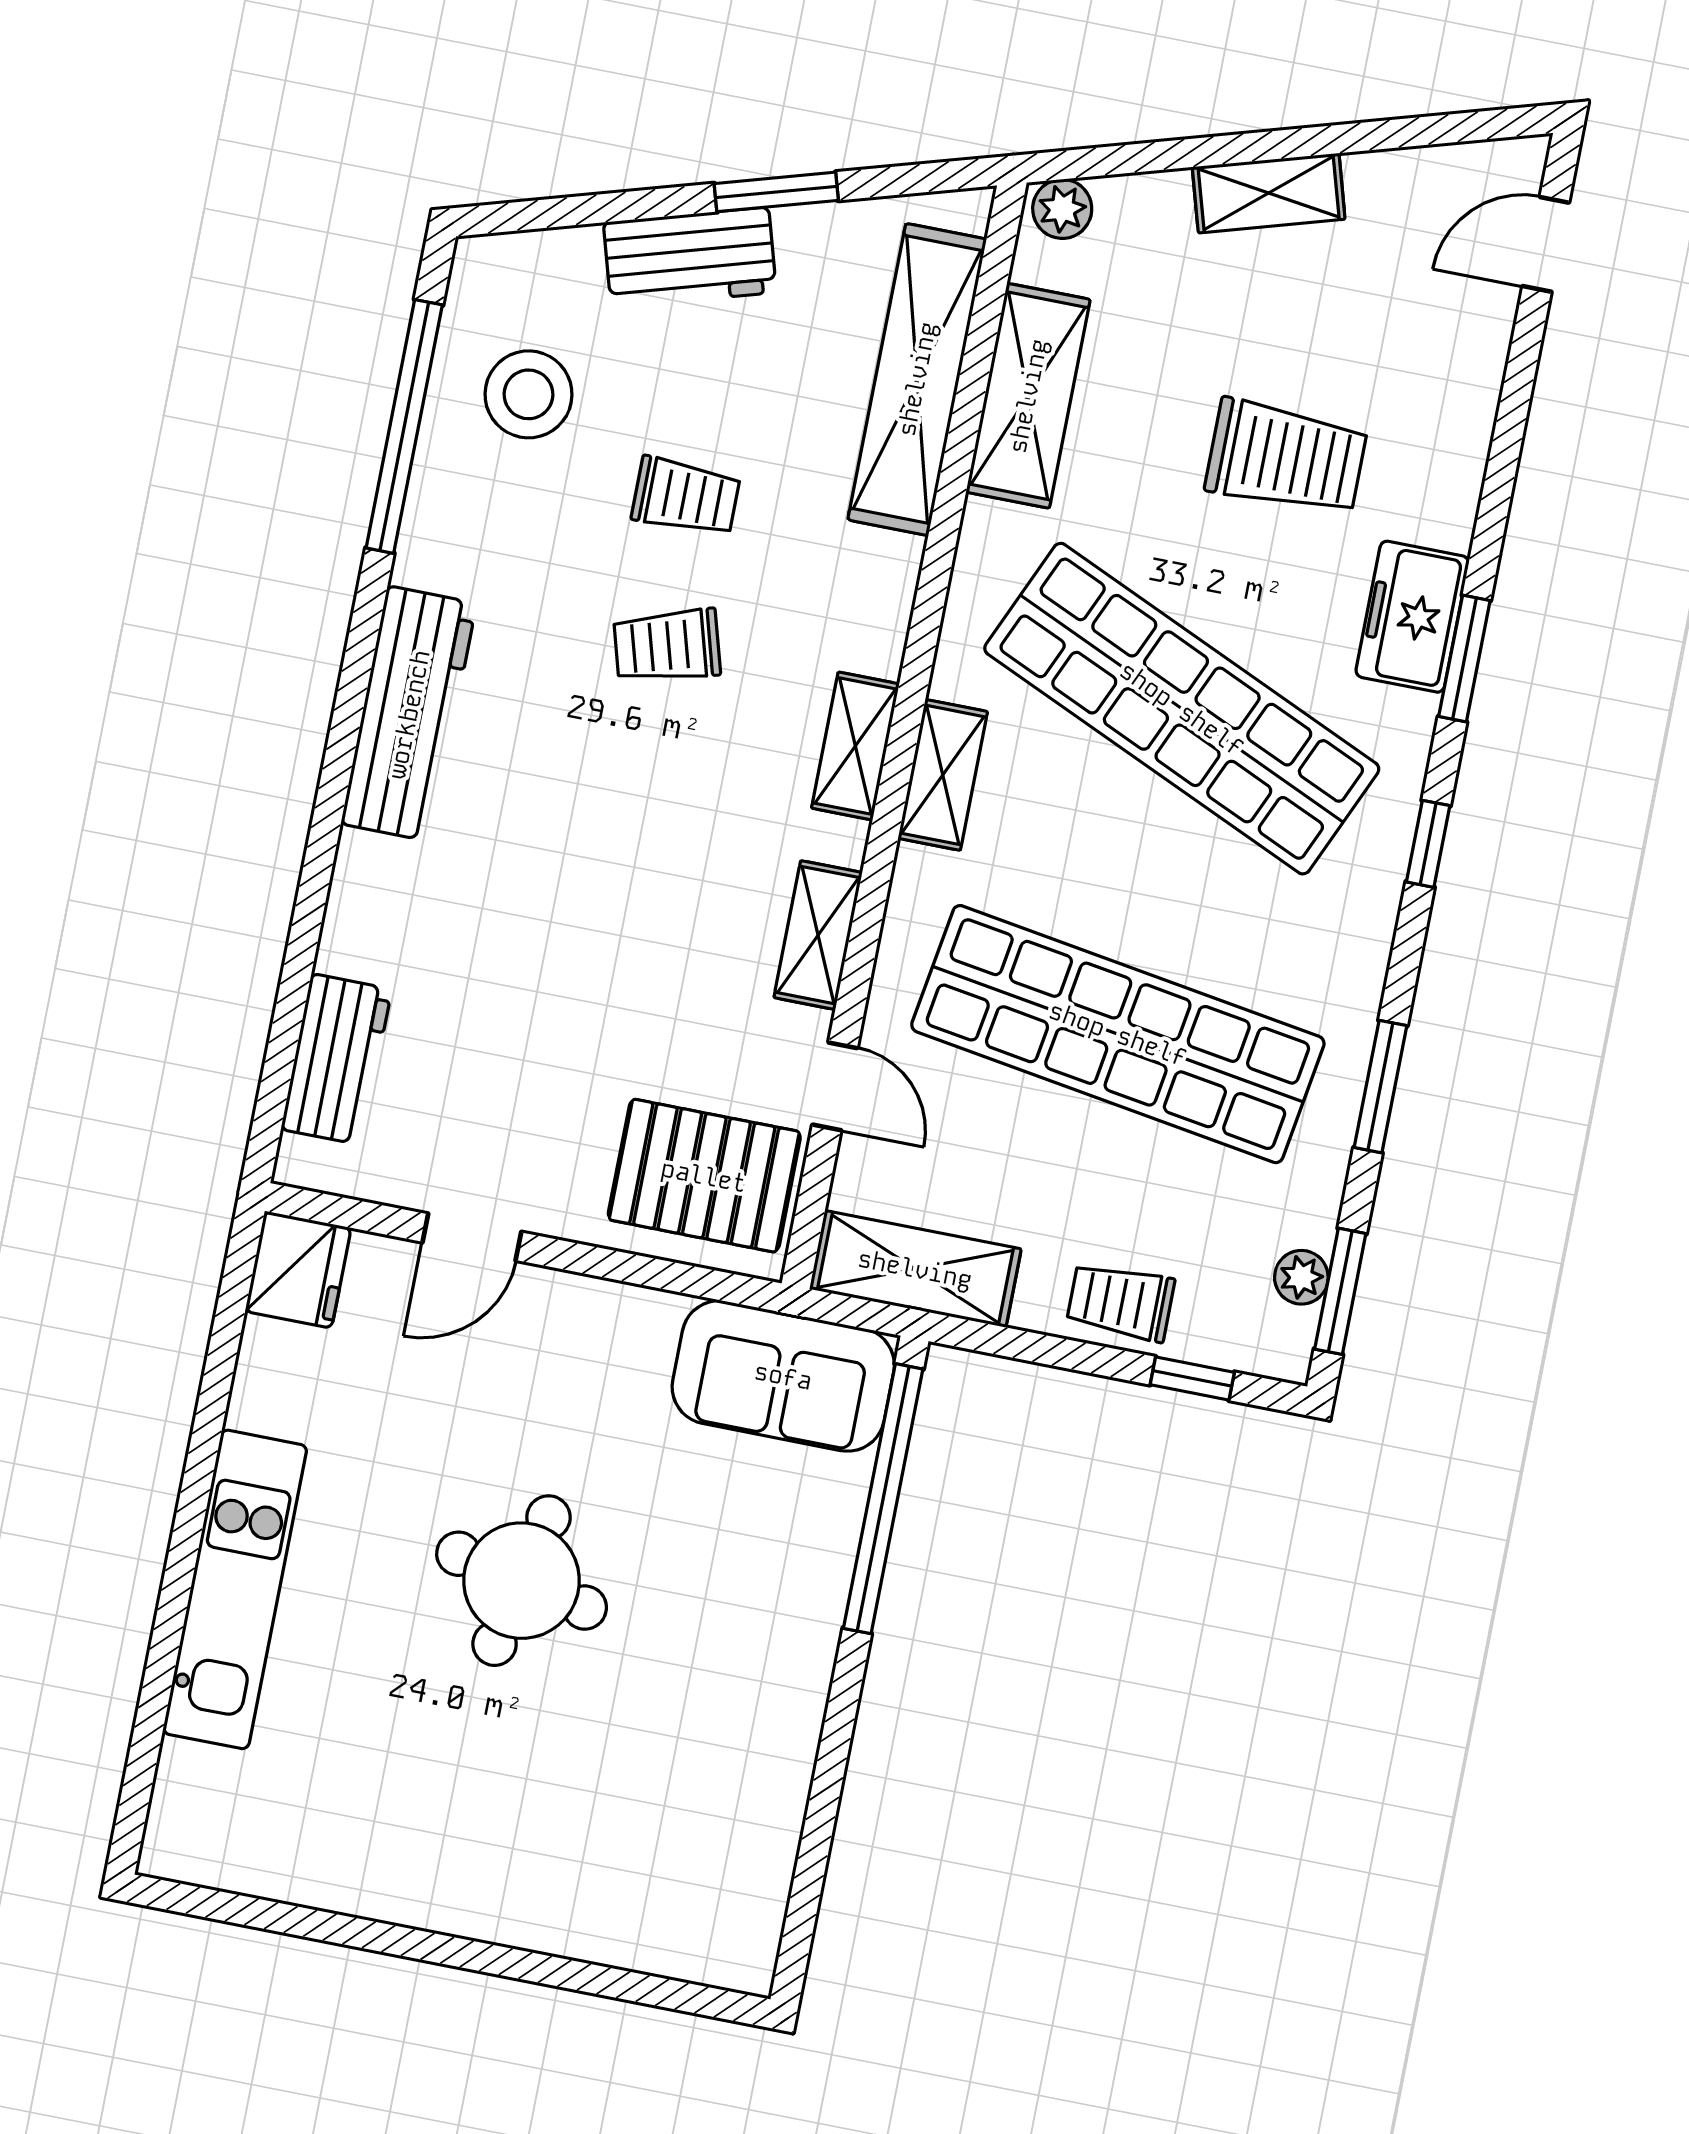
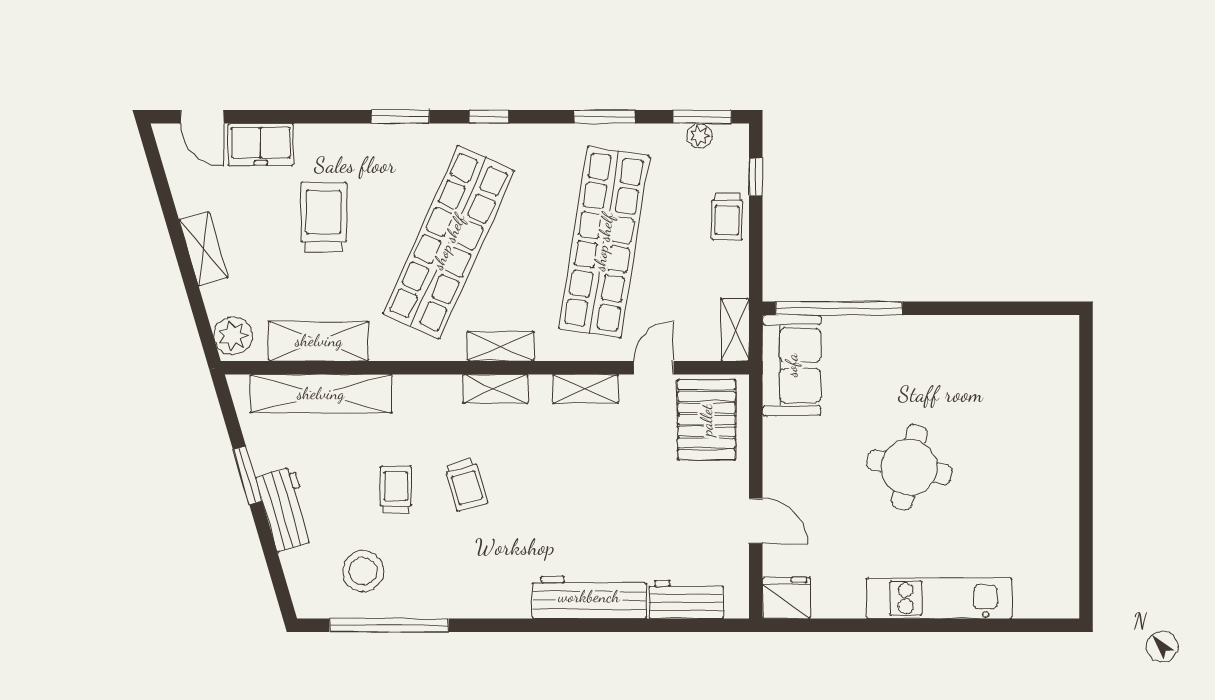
plant: (1062, 209) -> (233, 336), width x1.38, depth x1.38
freezer: (1412, 617) -> (261, 144), moved
workbench: (409, 714) -> (589, 597), moved
shelving: (915, 1269) -> (735, 330), width x0.67, depth x0.75

